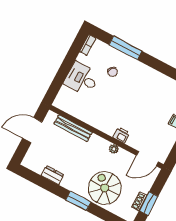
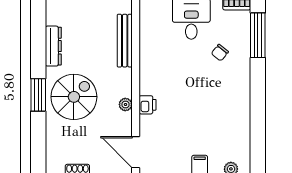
window: (125, 48) -> (258, 35), moved
dresser: (53, 175) -> (53, 46), width x1.44
spiral stairs: (105, 188) -> (74, 97), moved

